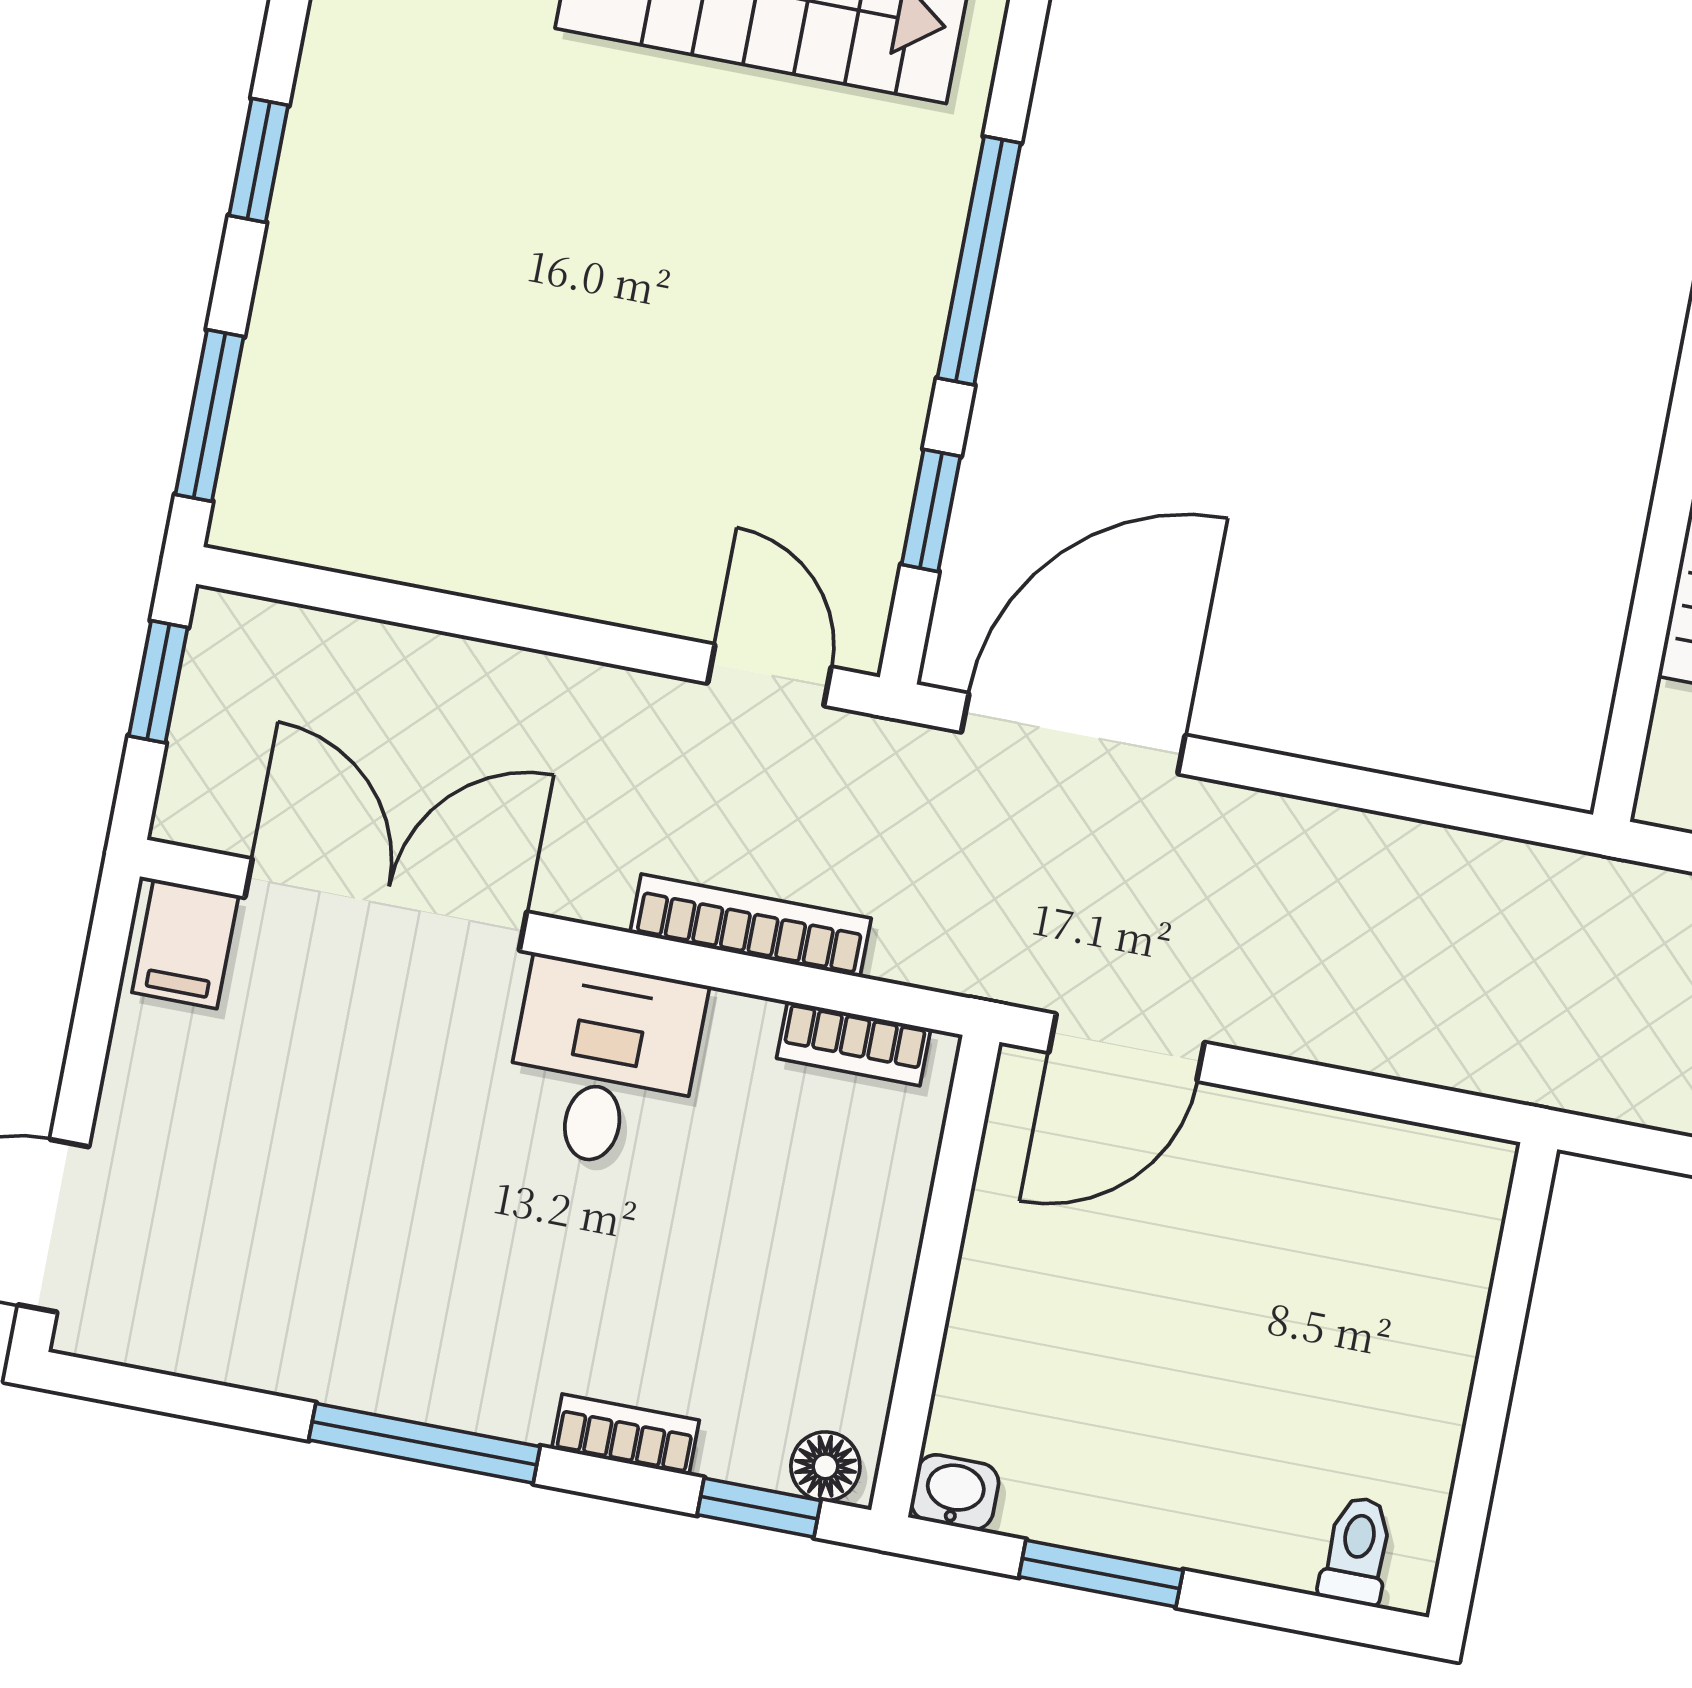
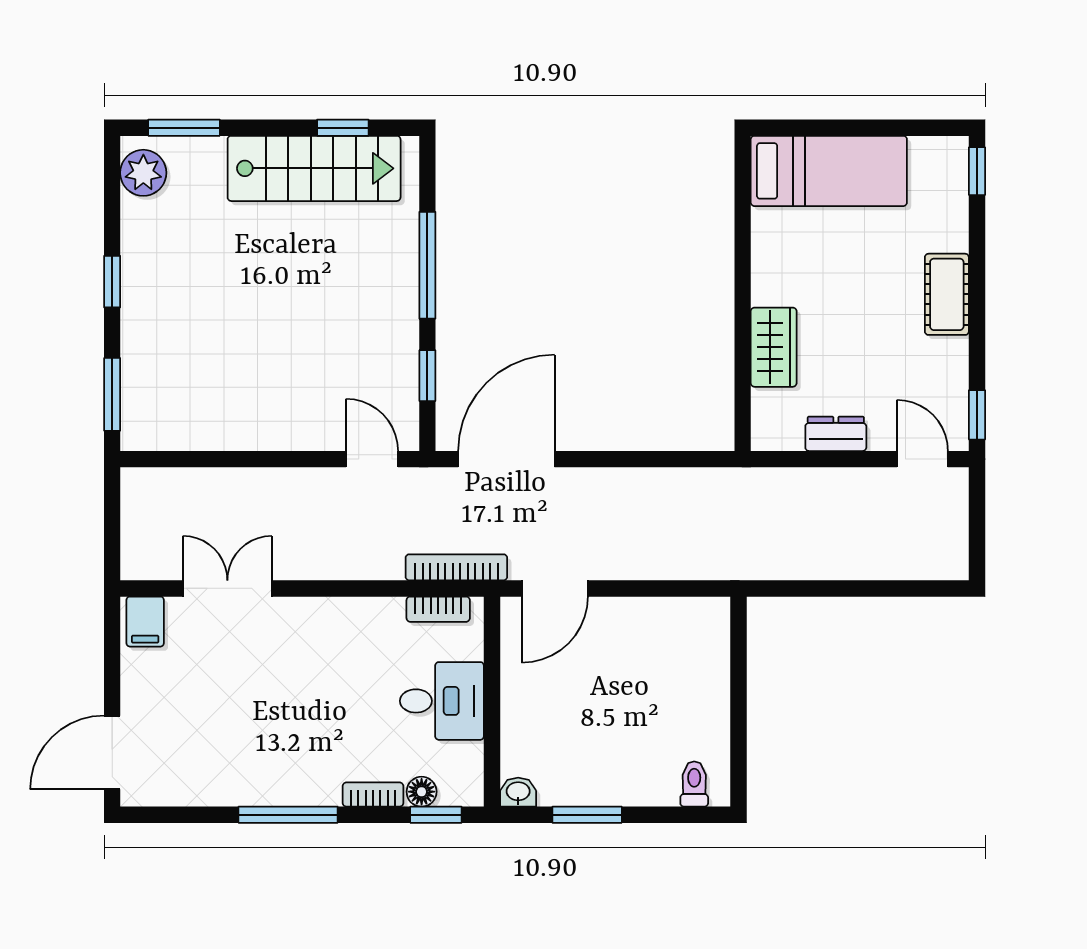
window: (158, 682) -> (112, 512), removed
double door: (386, 905) -> (227, 588), width x0.73
bookcase: (751, 925) -> (456, 567), moved
desk: (604, 1064) -> (442, 701), moved, turned 90
floor lamp: (825, 1466) -> (422, 792), moved

